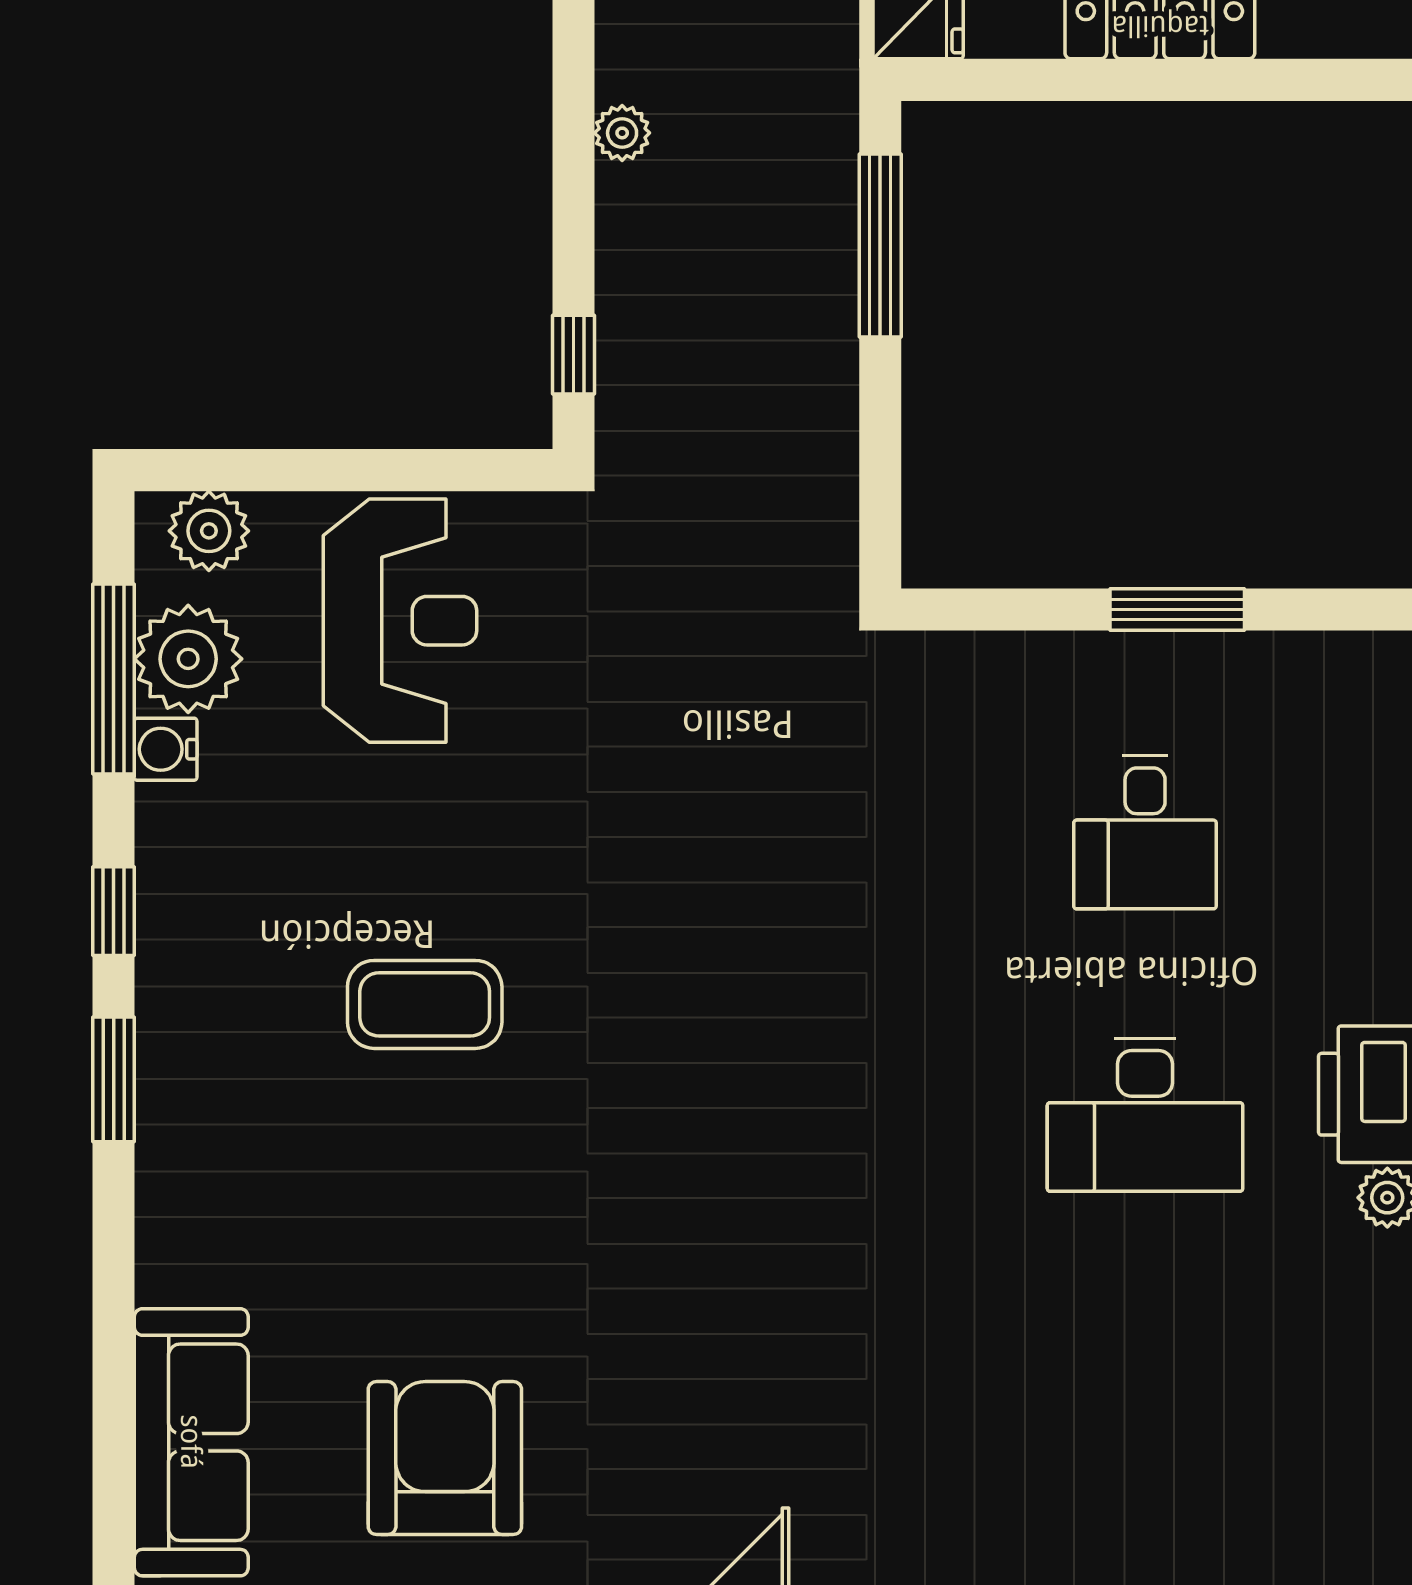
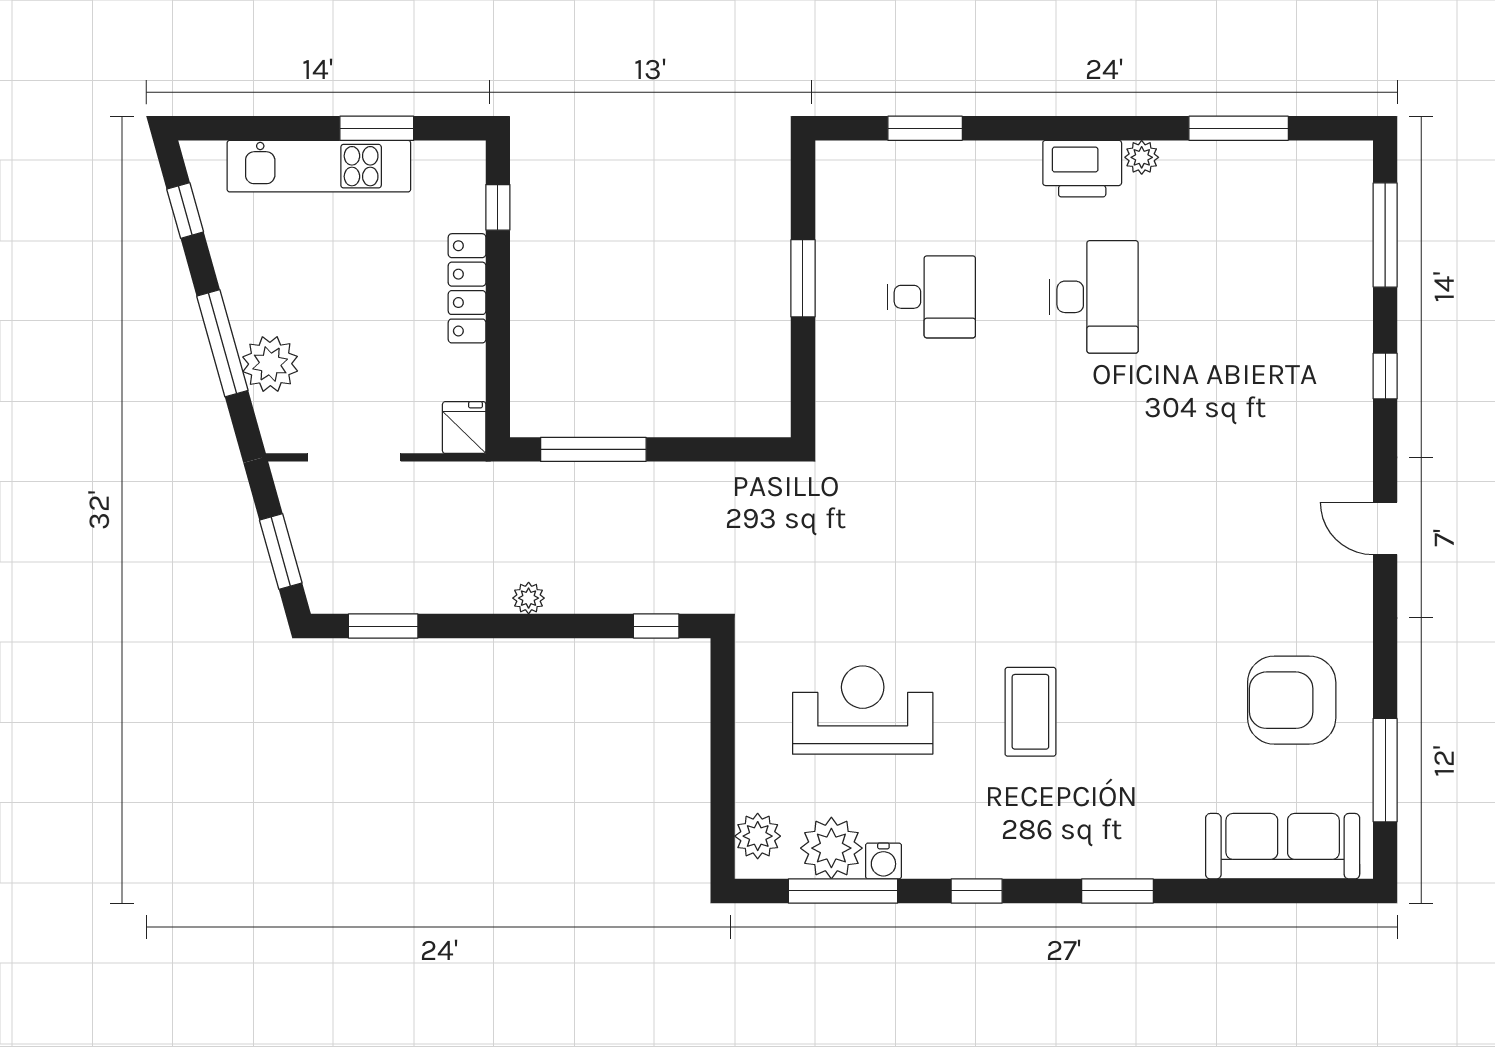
window: (1301, 80) -> (498, 207), added
reception desk: (400, 621) -> (863, 710), moved
window: (114, 1079) -> (1117, 891), moved

